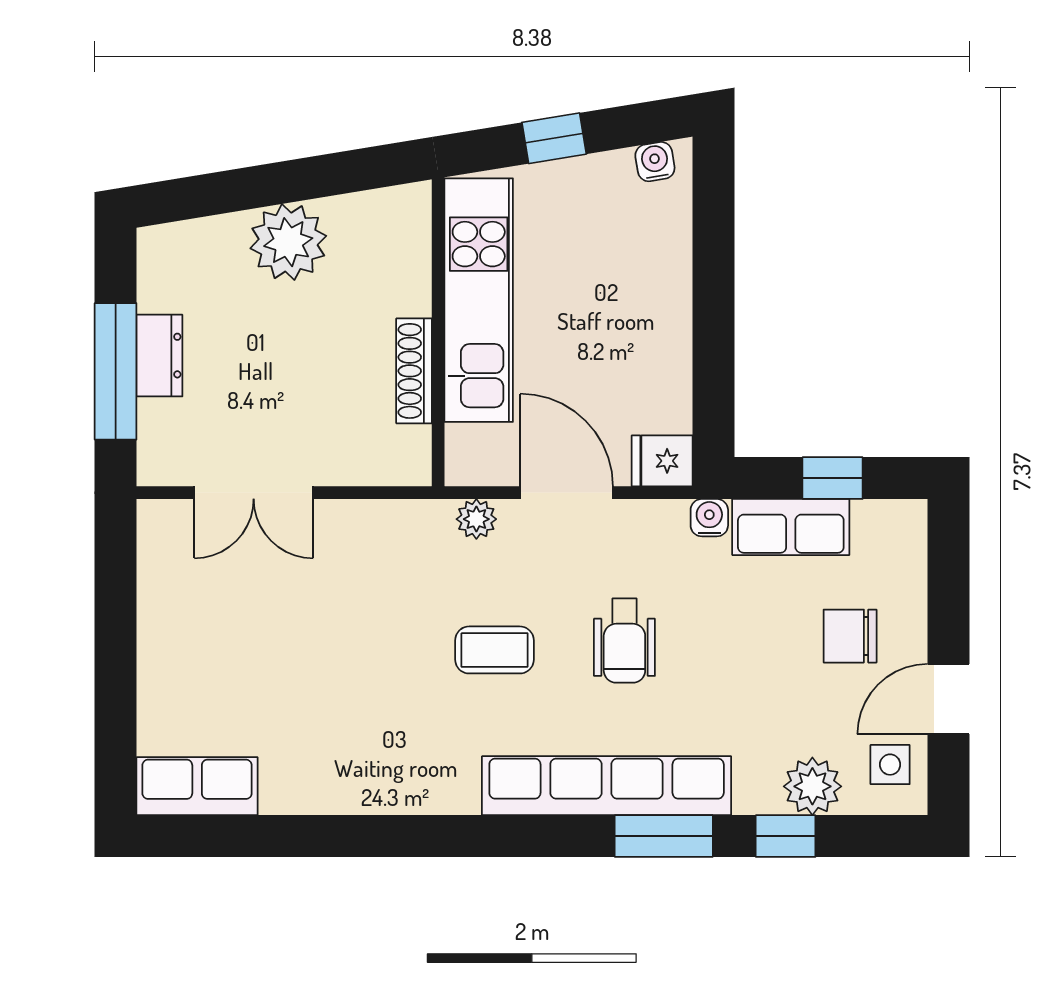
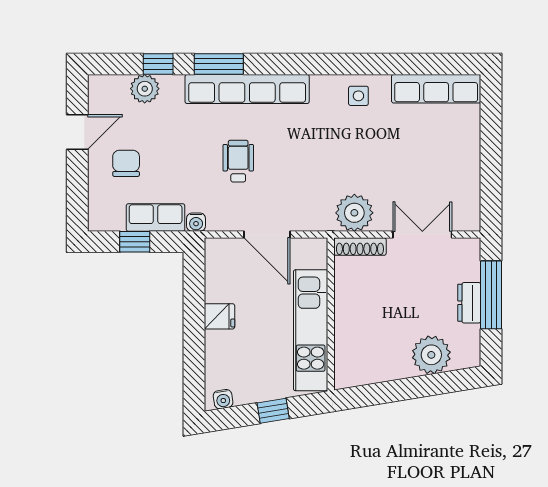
plant: (288, 242) -> (431, 355), moved
shoe rack: (414, 371) -> (360, 247), moved, turned 90
fridge: (662, 461) -> (219, 316), moved
plant: (476, 519) -> (354, 213), moved, width x1.87, depth x1.87
chair: (850, 636) -> (126, 163), turned -90
coffee table: (494, 650) -> (303, 156), removed
side table: (890, 765) -> (358, 96), moved
row of seats: (197, 786) -> (436, 89), width x1.48

